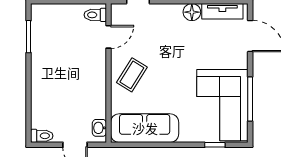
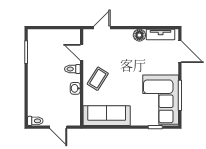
toilet: (95, 15) -> (72, 69), moved
door: (108, 37) -> (82, 52), swing flipped
washbasin: (99, 128) -> (75, 88), moved

